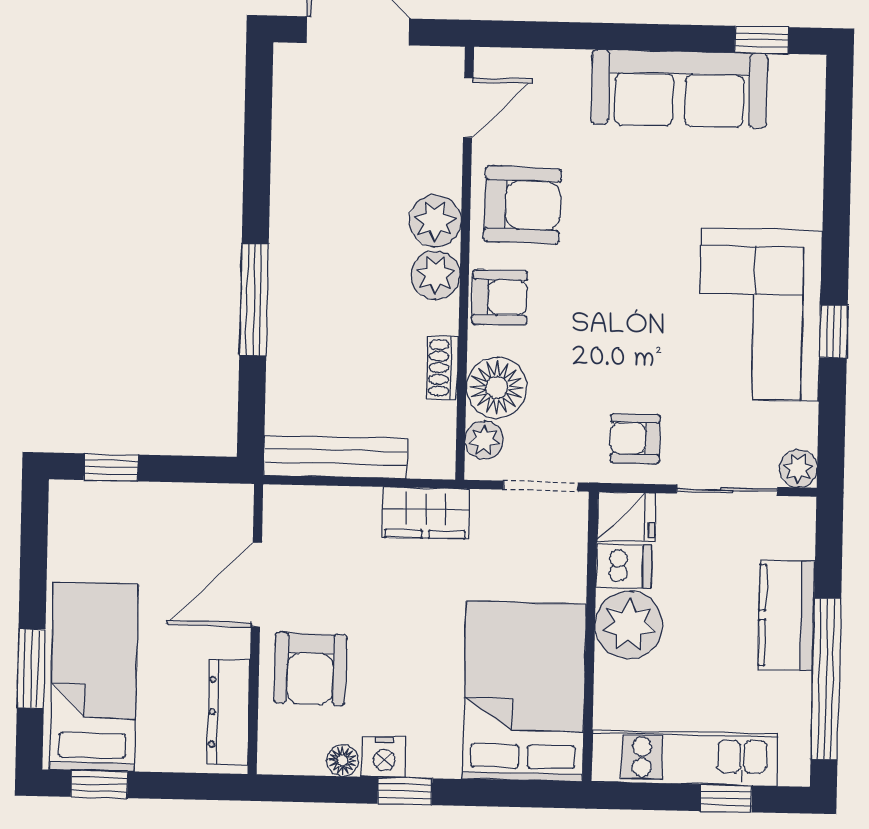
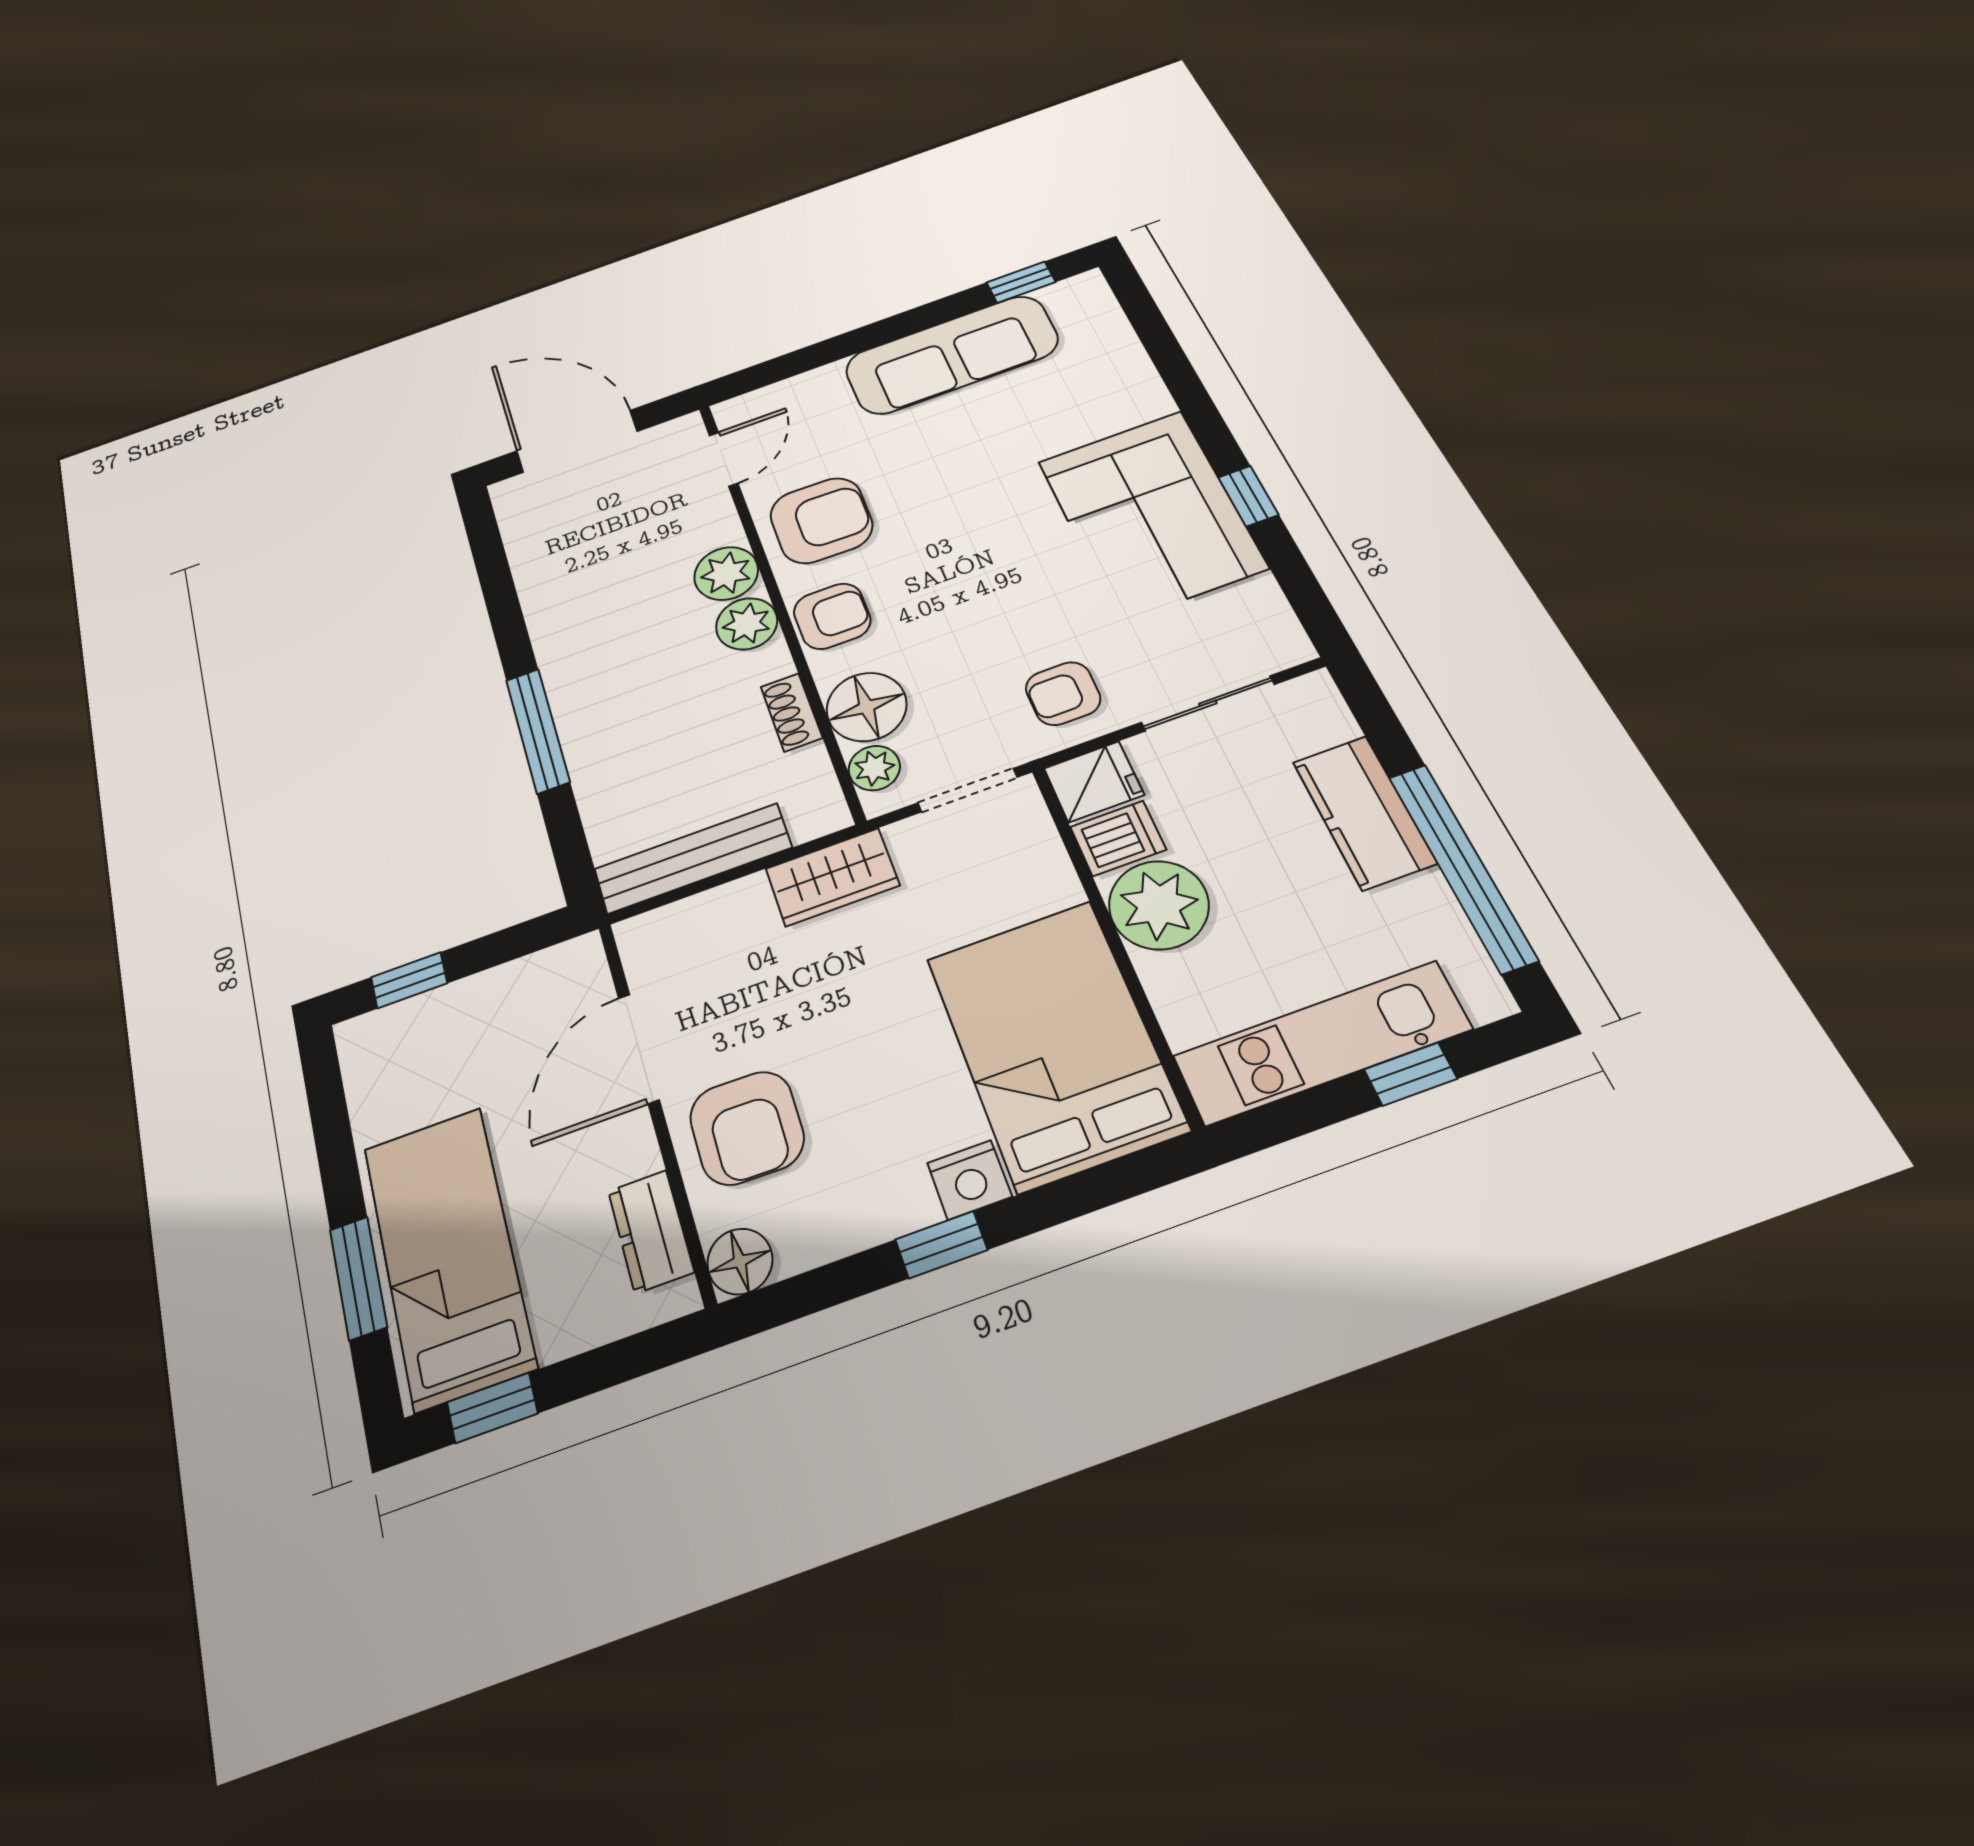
plant: (798, 469) -> (1285, 646), removed
dresser: (228, 712) -> (651, 1231), width x0.70
nightstand: (384, 757) -> (970, 1180), moved
floor lamp: (343, 761) -> (740, 1261), moved, width x1.37, depth x1.37

